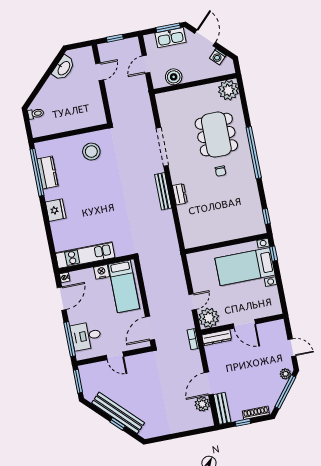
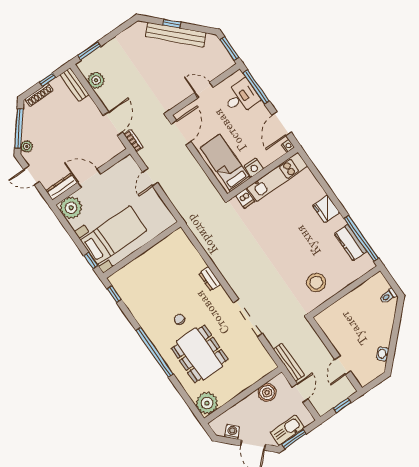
washbasin: (64, 68) -> (383, 354), width x0.52, depth x0.69
bench: (163, 191) -> (289, 362), moved
dishwasher: (120, 249) -> (245, 198), added
plant: (209, 318) -> (71, 208), moved
dresser: (217, 338) -> (62, 187), moved
door: (209, 383) -> (113, 124), moved
window: (197, 431) -> (89, 51), added

